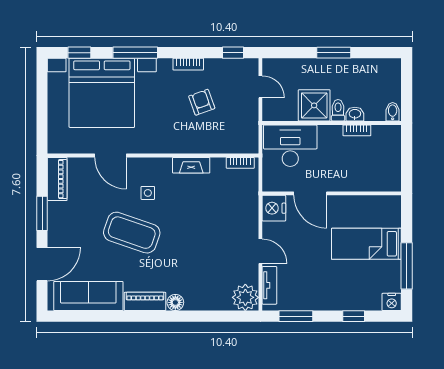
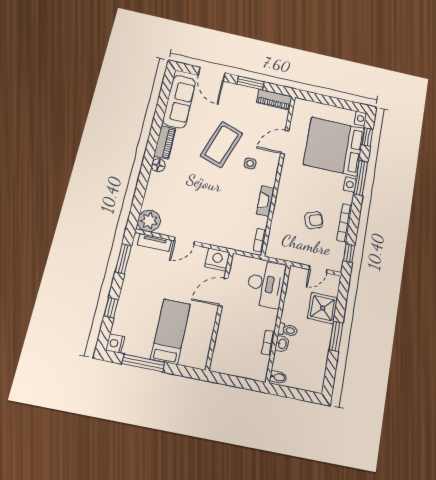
bookcase: (188, 64) -> (344, 223), width x1.56
shower: (314, 105) -> (323, 308), moved

